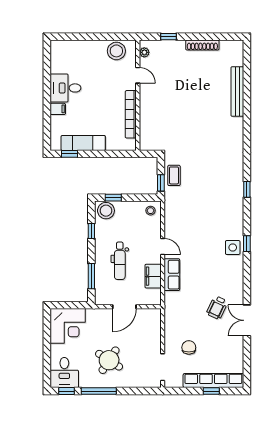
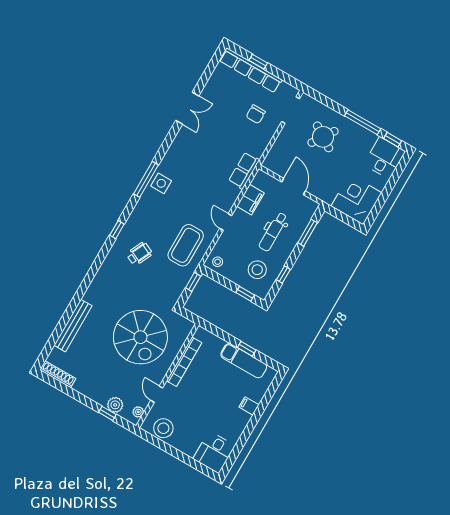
shoe rack: (202, 45) -> (58, 374), moved
plant: (166, 47) -> (115, 405), added
desk: (66, 88) -> (214, 452), moved, turned 90
spiral stairs: (178, 114) -> (140, 337), added
window: (70, 154) -> (247, 349), moved
coffee table: (174, 175) -> (186, 245), moved, width x1.86, depth x1.72
stool: (106, 211) -> (257, 270), moved
window: (247, 244) -> (146, 179), width x2.17
dental chair: (120, 261) -> (273, 232), turned 180
row of seats: (172, 275) -> (244, 171), moved
door: (124, 307) -> (294, 187), hinge flipped
wheelchair: (217, 308) -> (139, 254), moved
round table: (109, 360) -> (323, 137), moved

